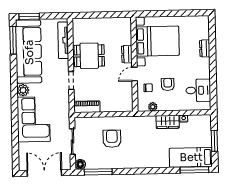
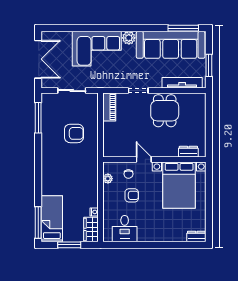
window: (29, 16) -> (209, 65), moved
dresser: (205, 48) -> (196, 236), moved
dresser: (127, 54) -> (188, 152), moved
wardrobe: (168, 122) -> (91, 229), moved
floor lamp: (80, 164) -> (47, 98), removed

